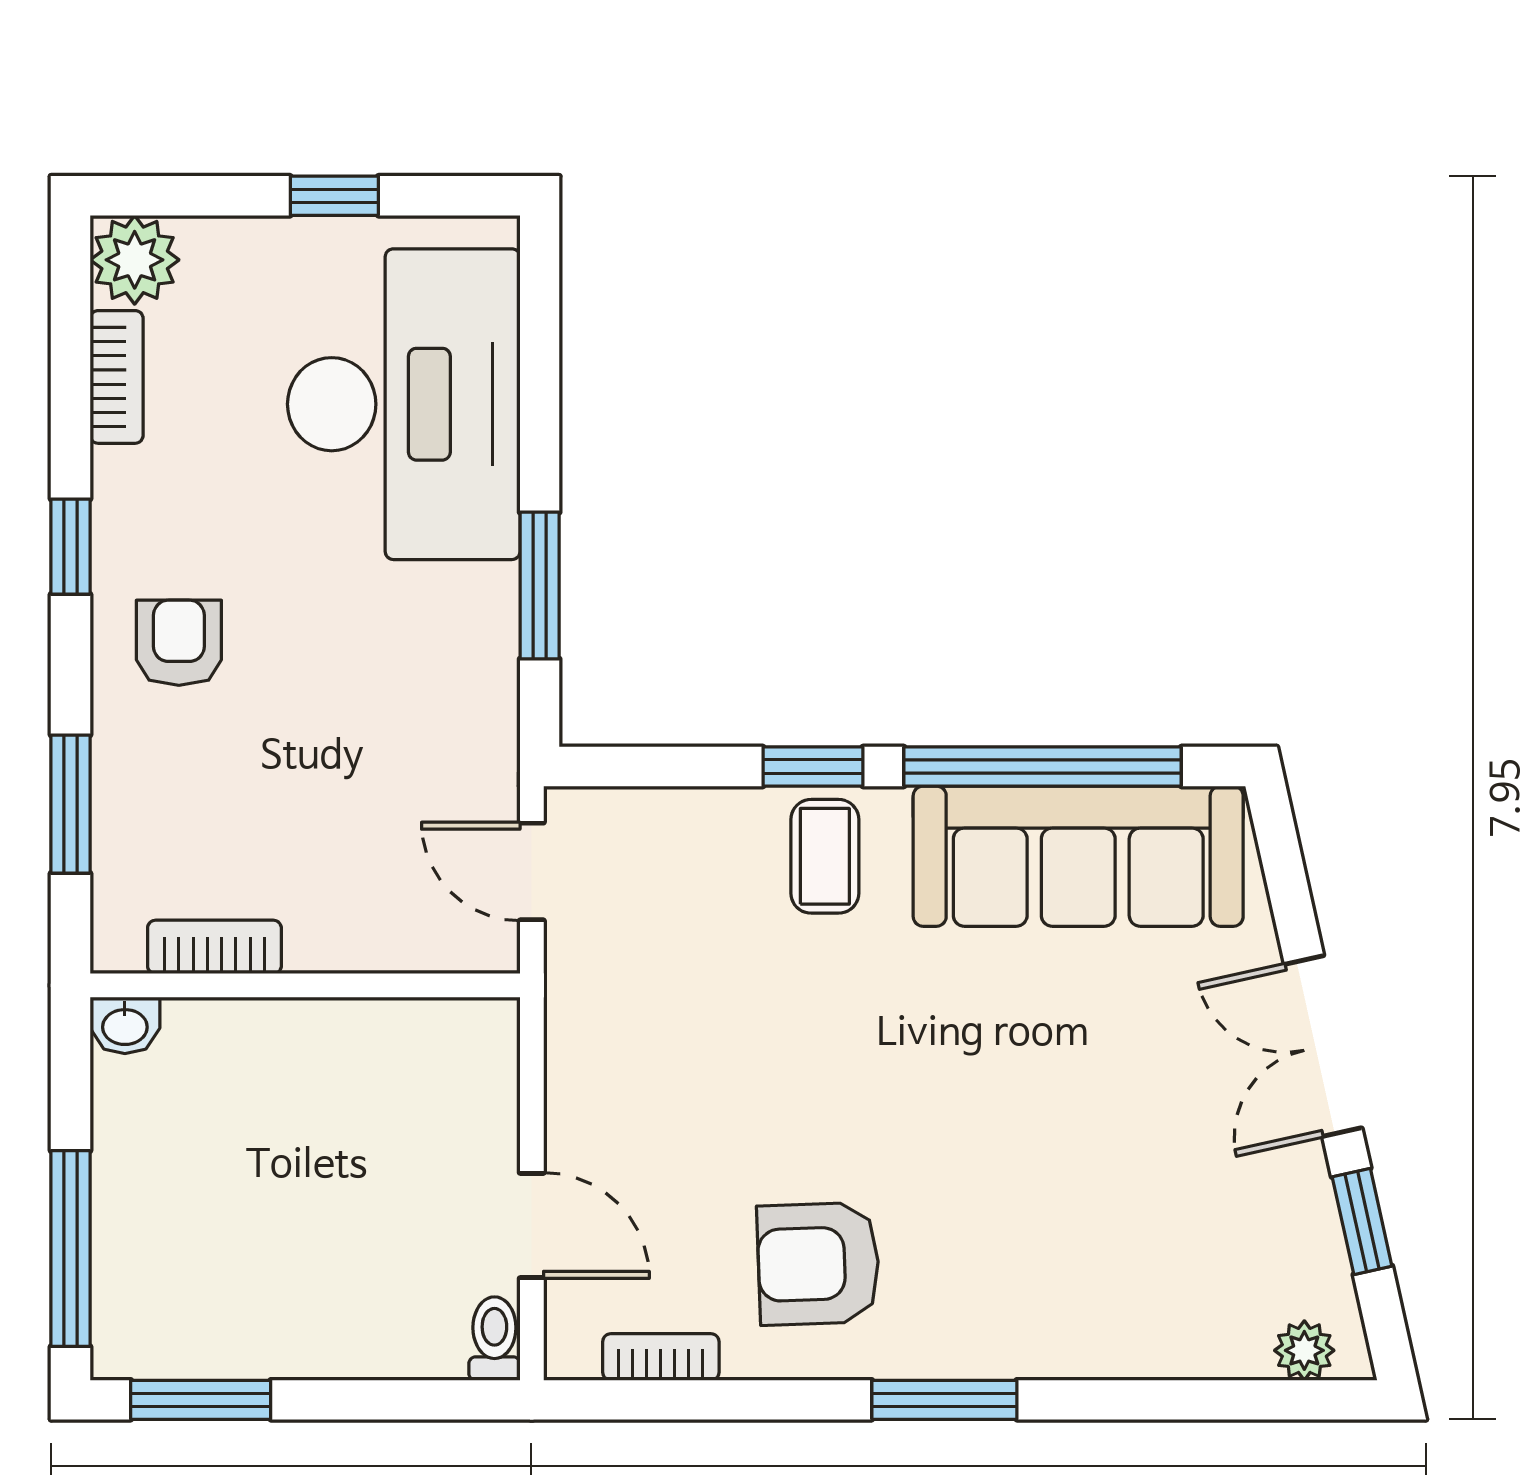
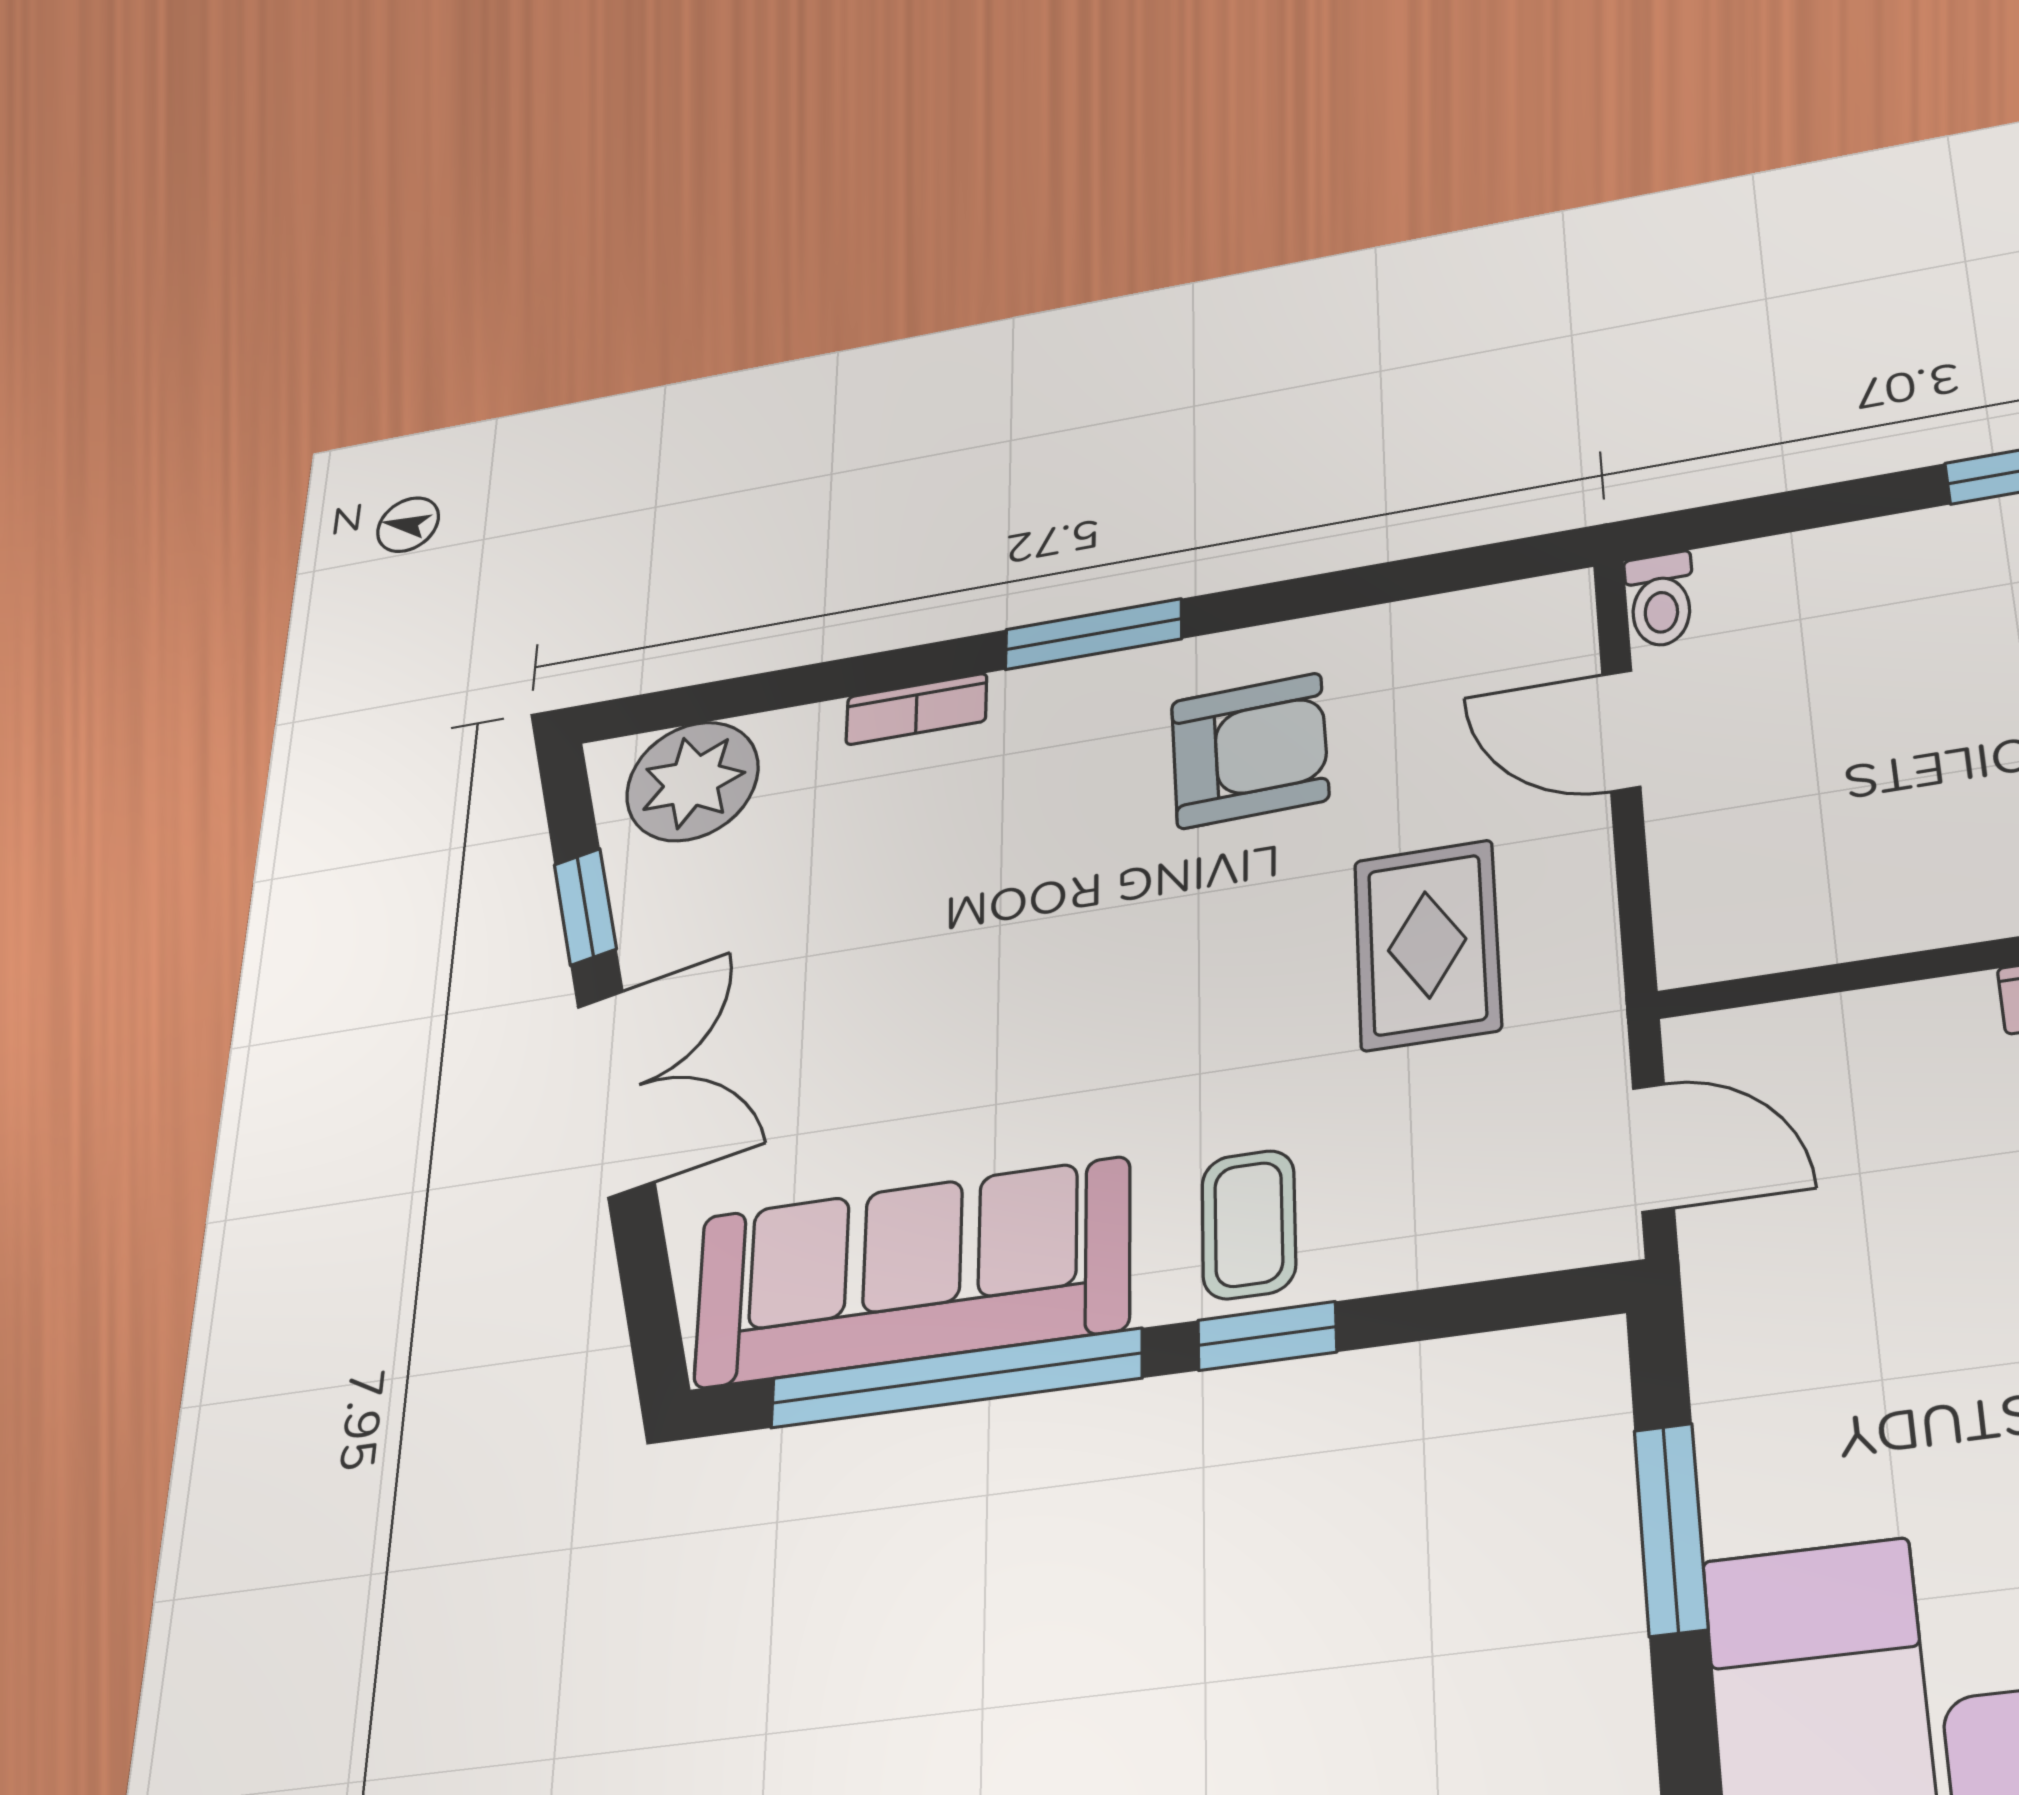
rug: (686, 1066) -> (1427, 945), added
plant: (1304, 1350) -> (692, 781), width x1.87, depth x1.87
bookcase: (661, 1357) -> (916, 709), moved

